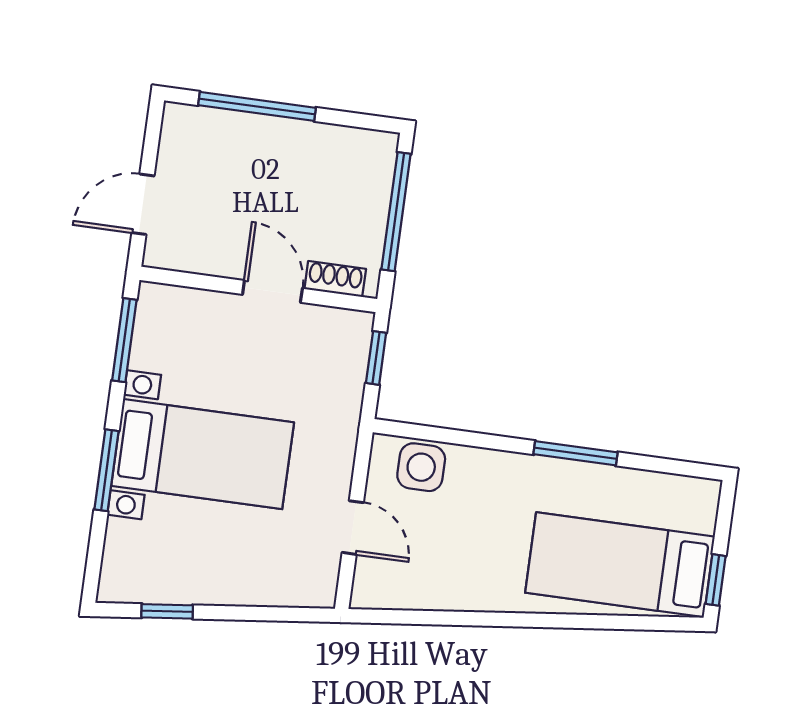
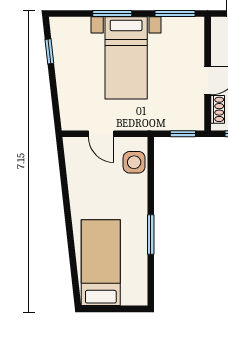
door: (353, 528) -> (101, 134), hinge flipped
window: (716, 580) -> (100, 309), removed

